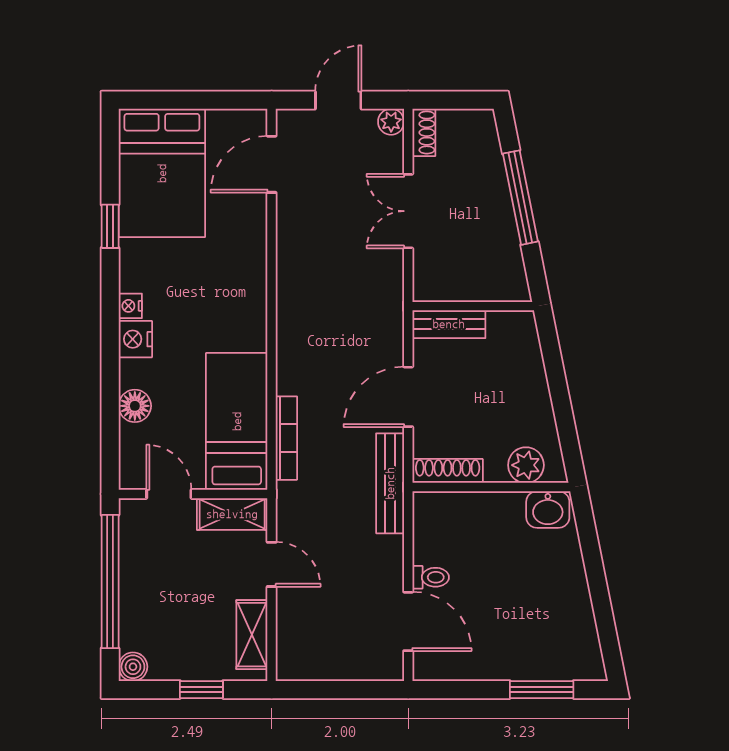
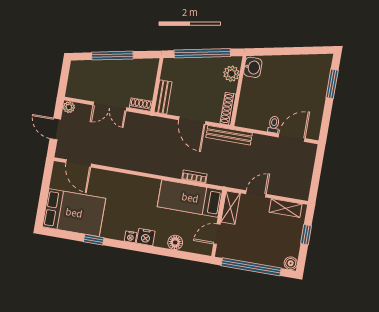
shoe rack: (424, 132) -> (141, 105), moved
window: (559, 394) -> (202, 53), added
bookcase: (286, 438) -> (194, 177), width x0.64

